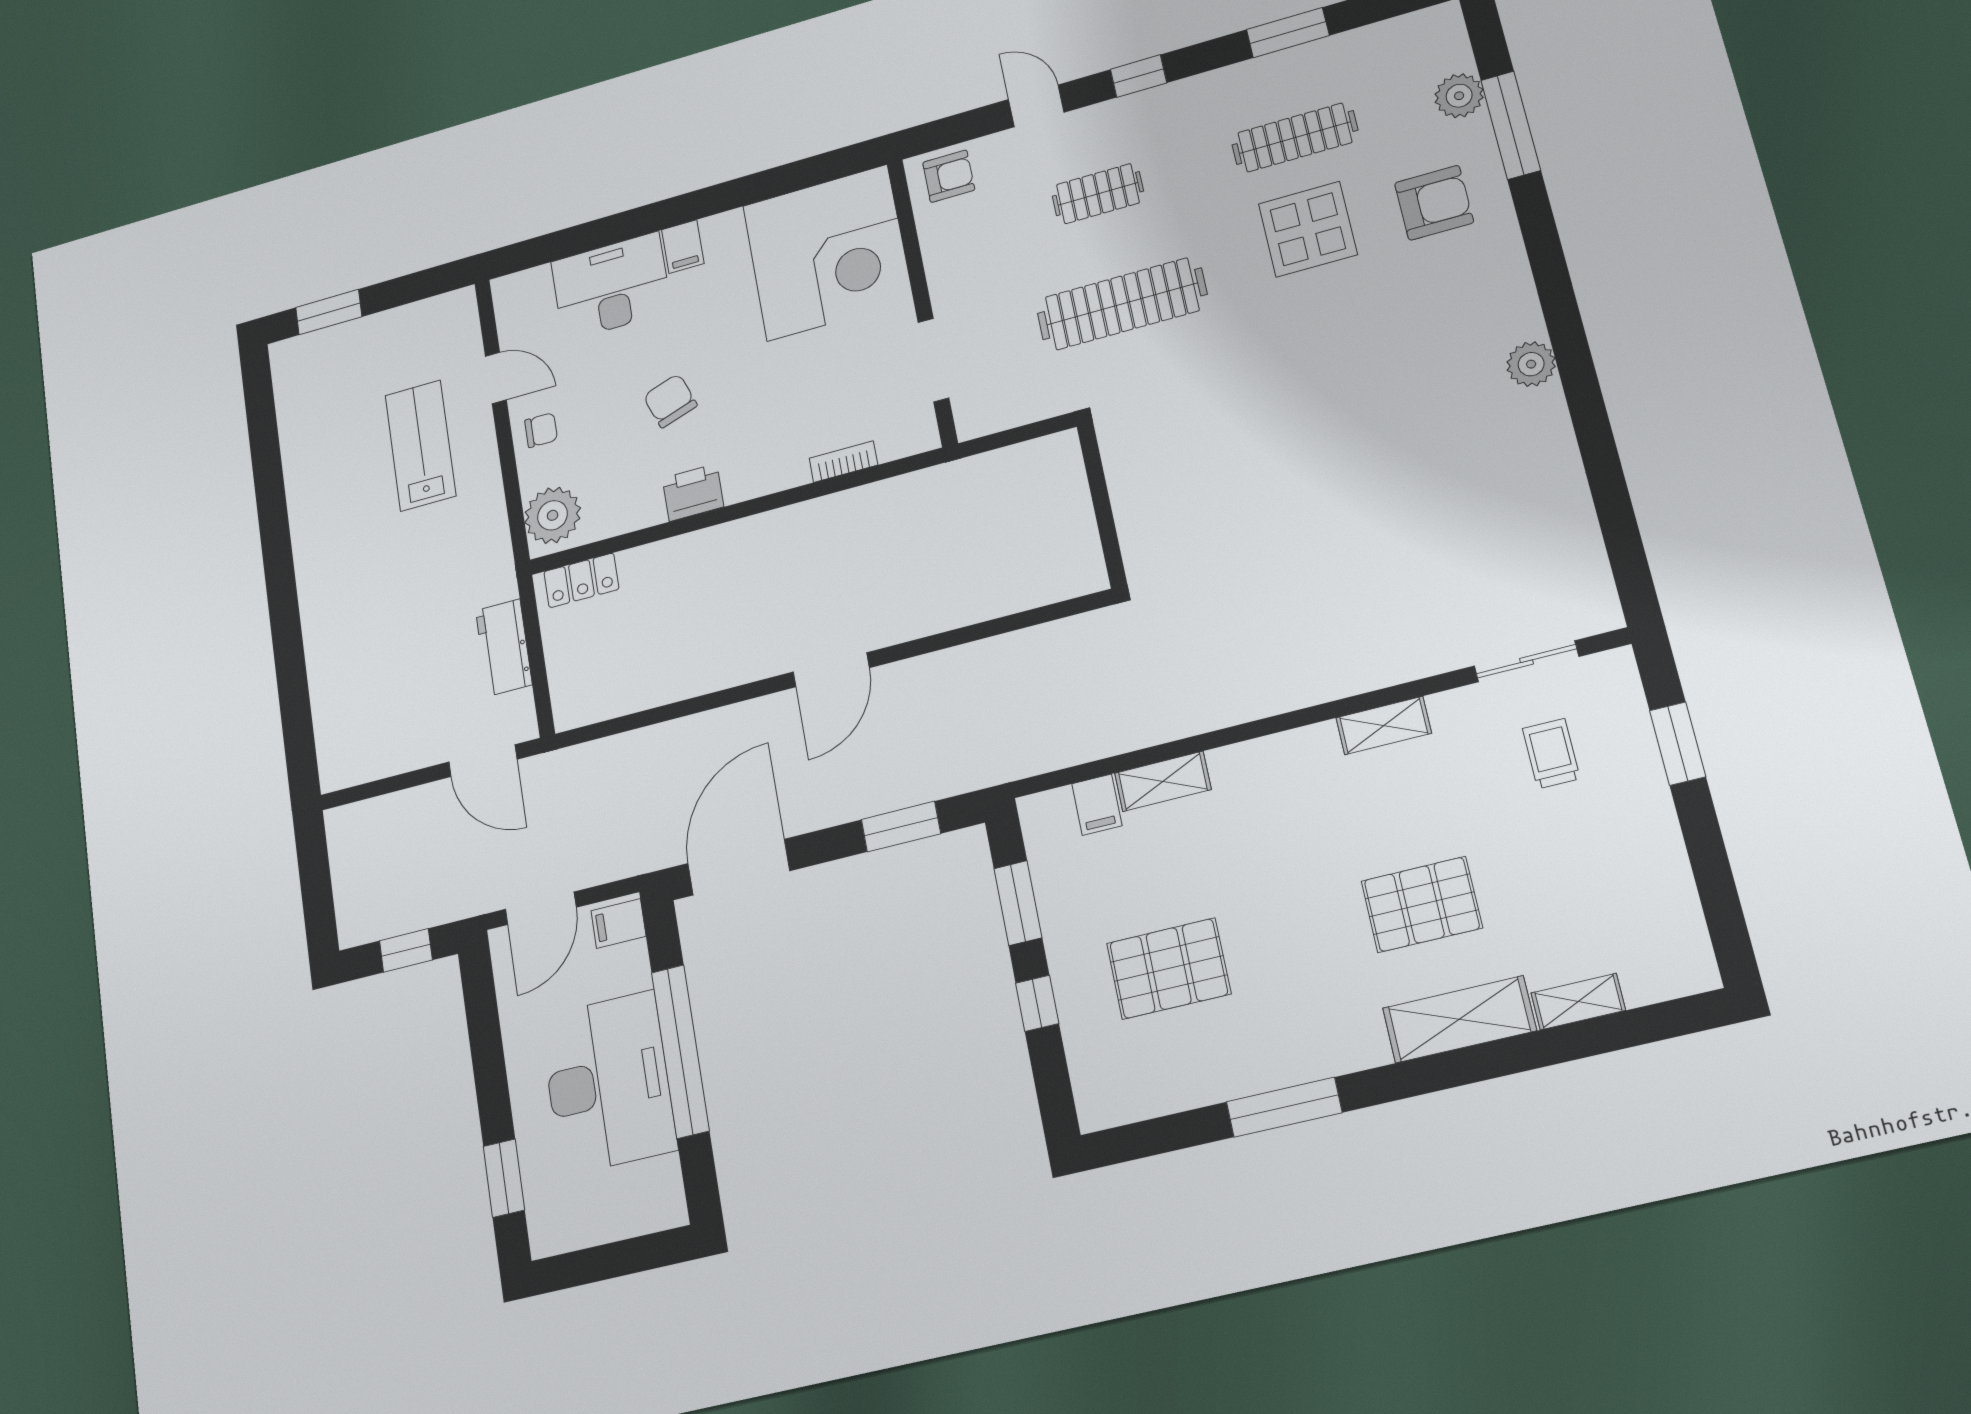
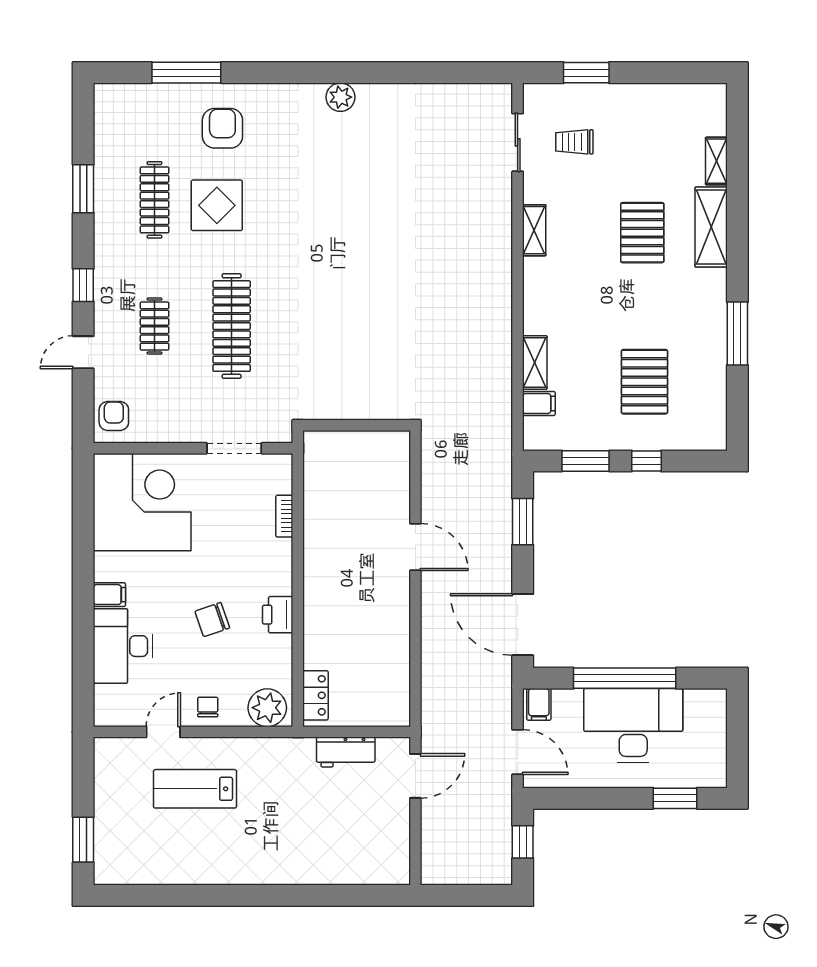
plant: (1459, 96) -> (158, 98), removed
wall: (1102, 505) -> (357, 425), moved

